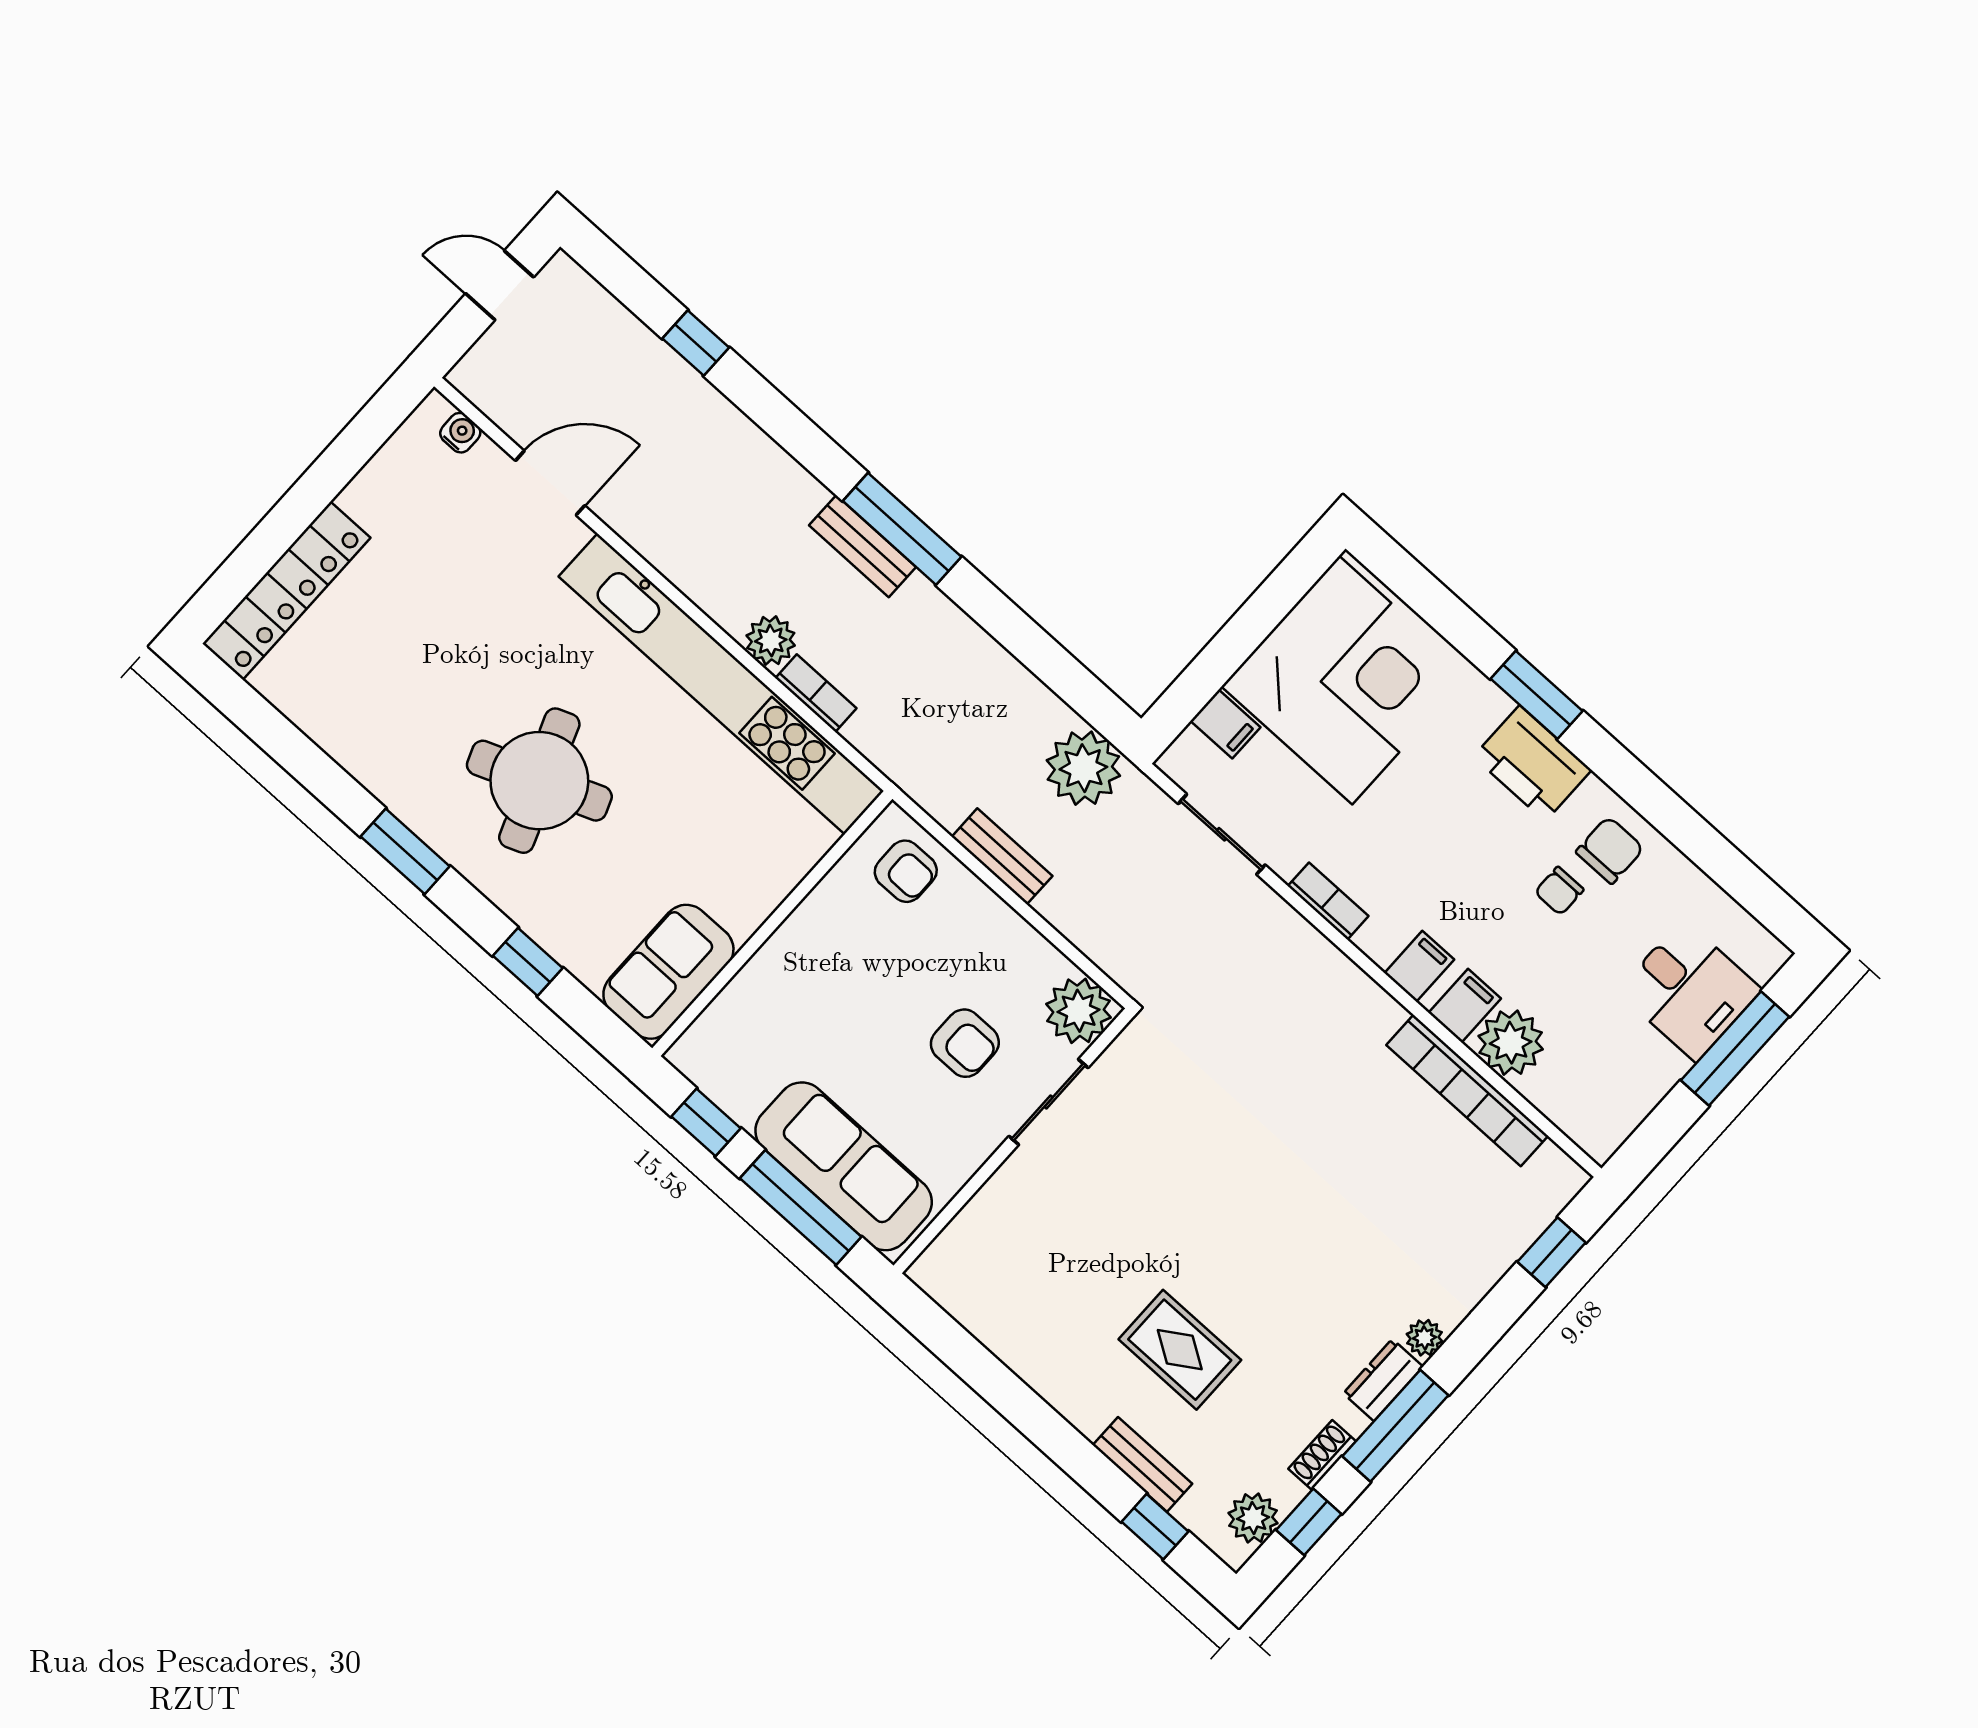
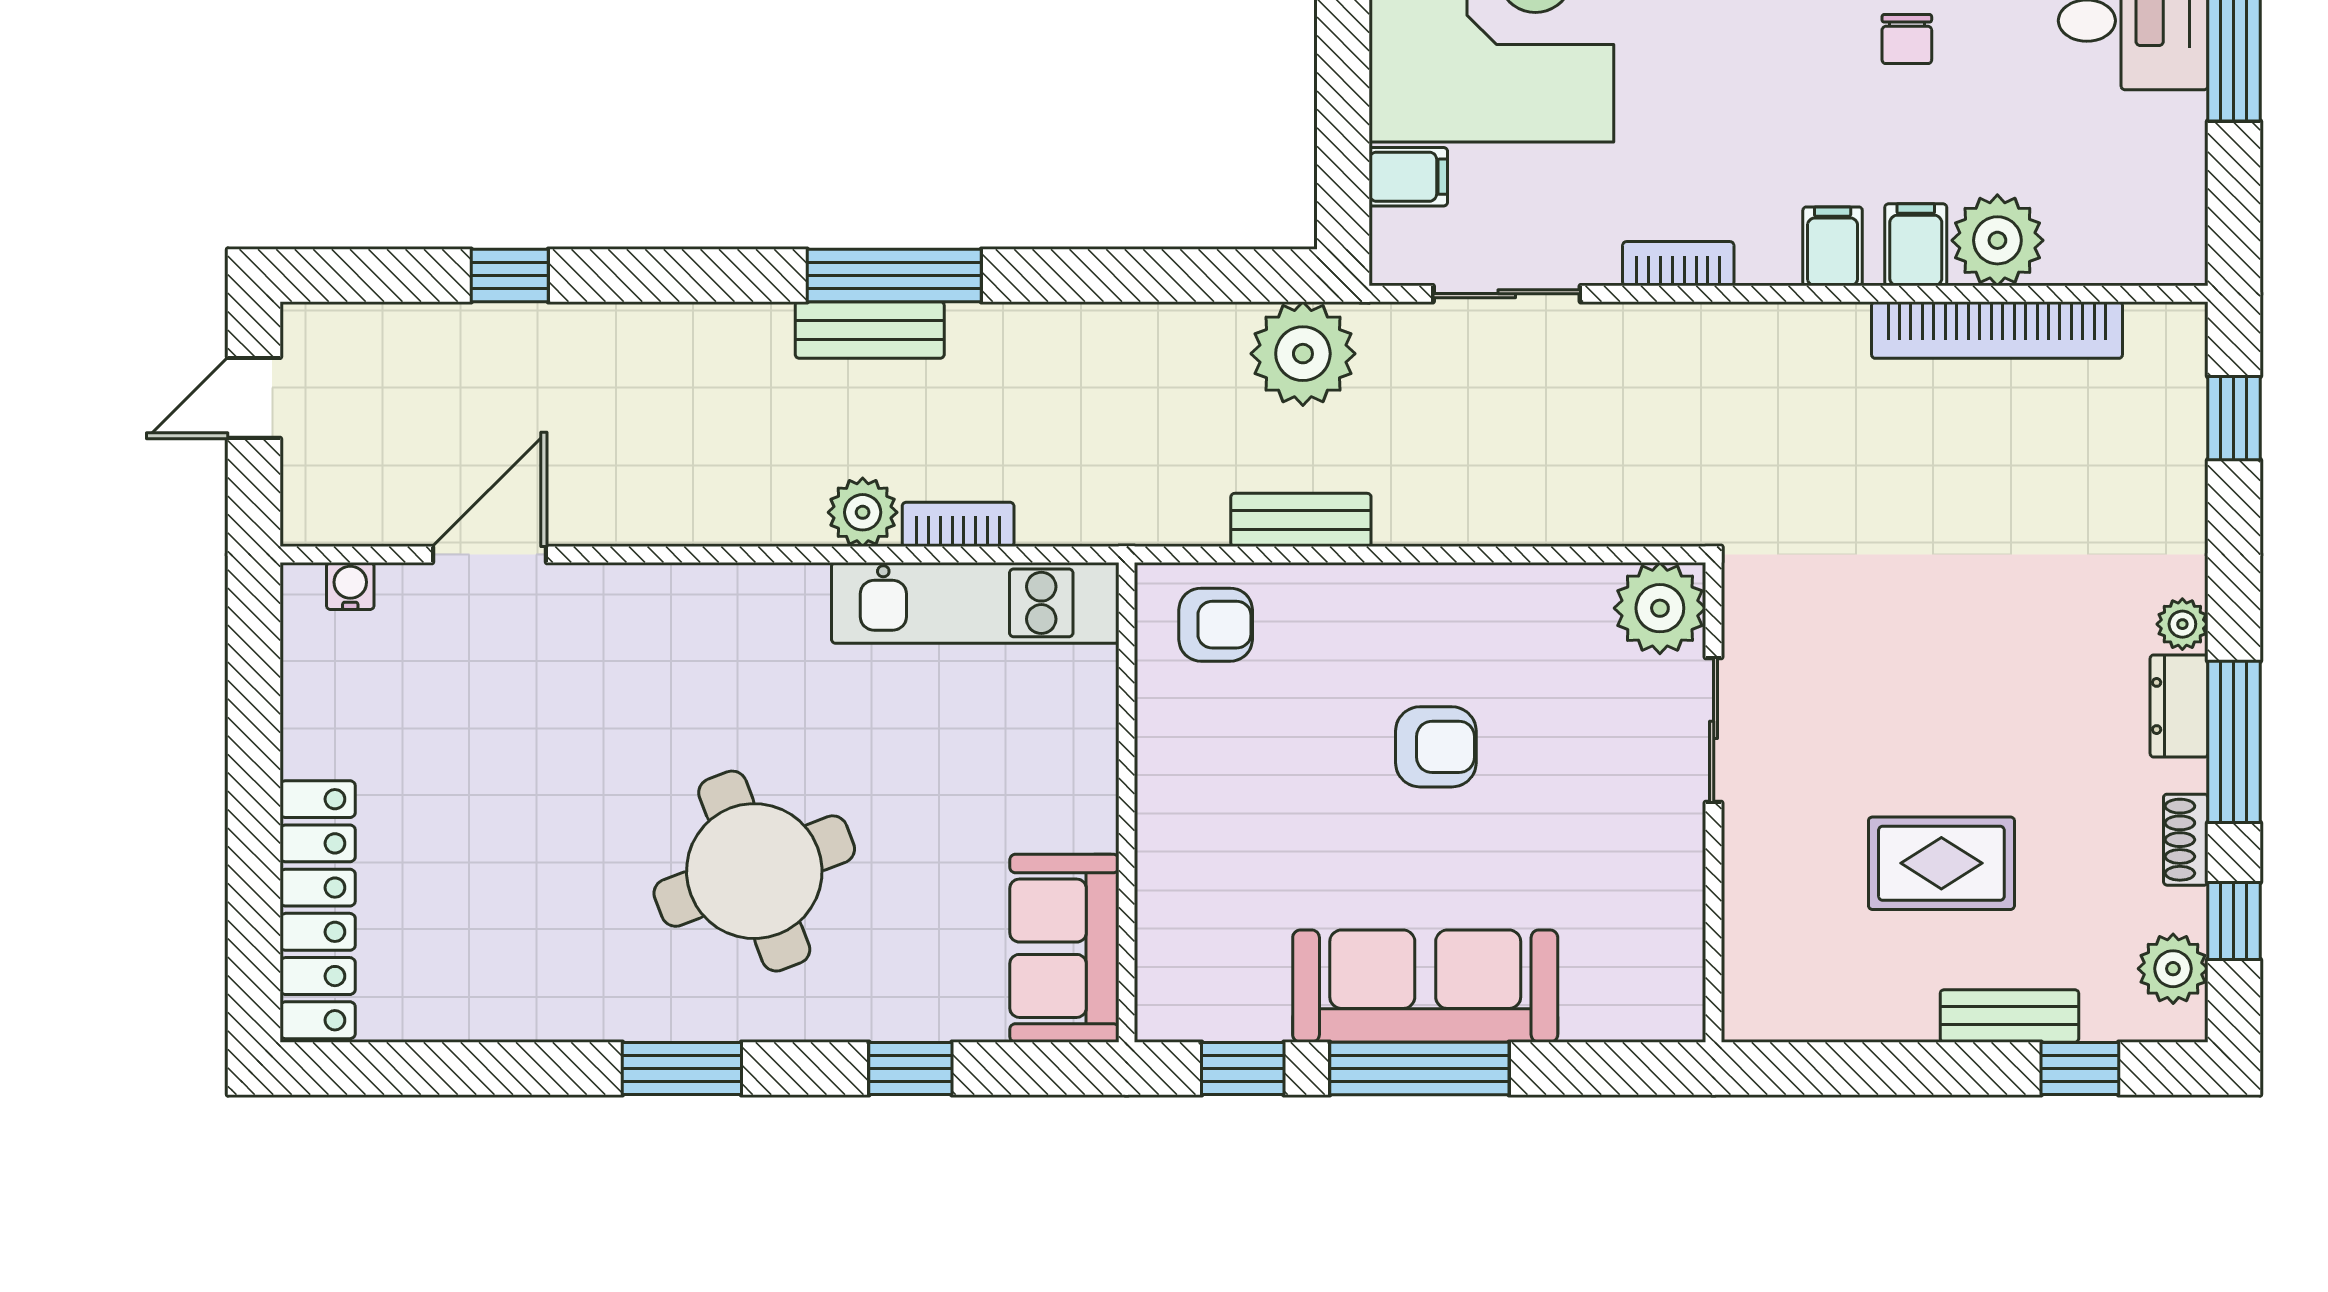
kitchen unit: (721, 684) -> (975, 603), width x0.54
plant: (1079, 1011) -> (1660, 608), moved
sliding door: (1049, 1102) -> (1714, 730), moved
wall: (1014, 1141) -> (1714, 802), moved

